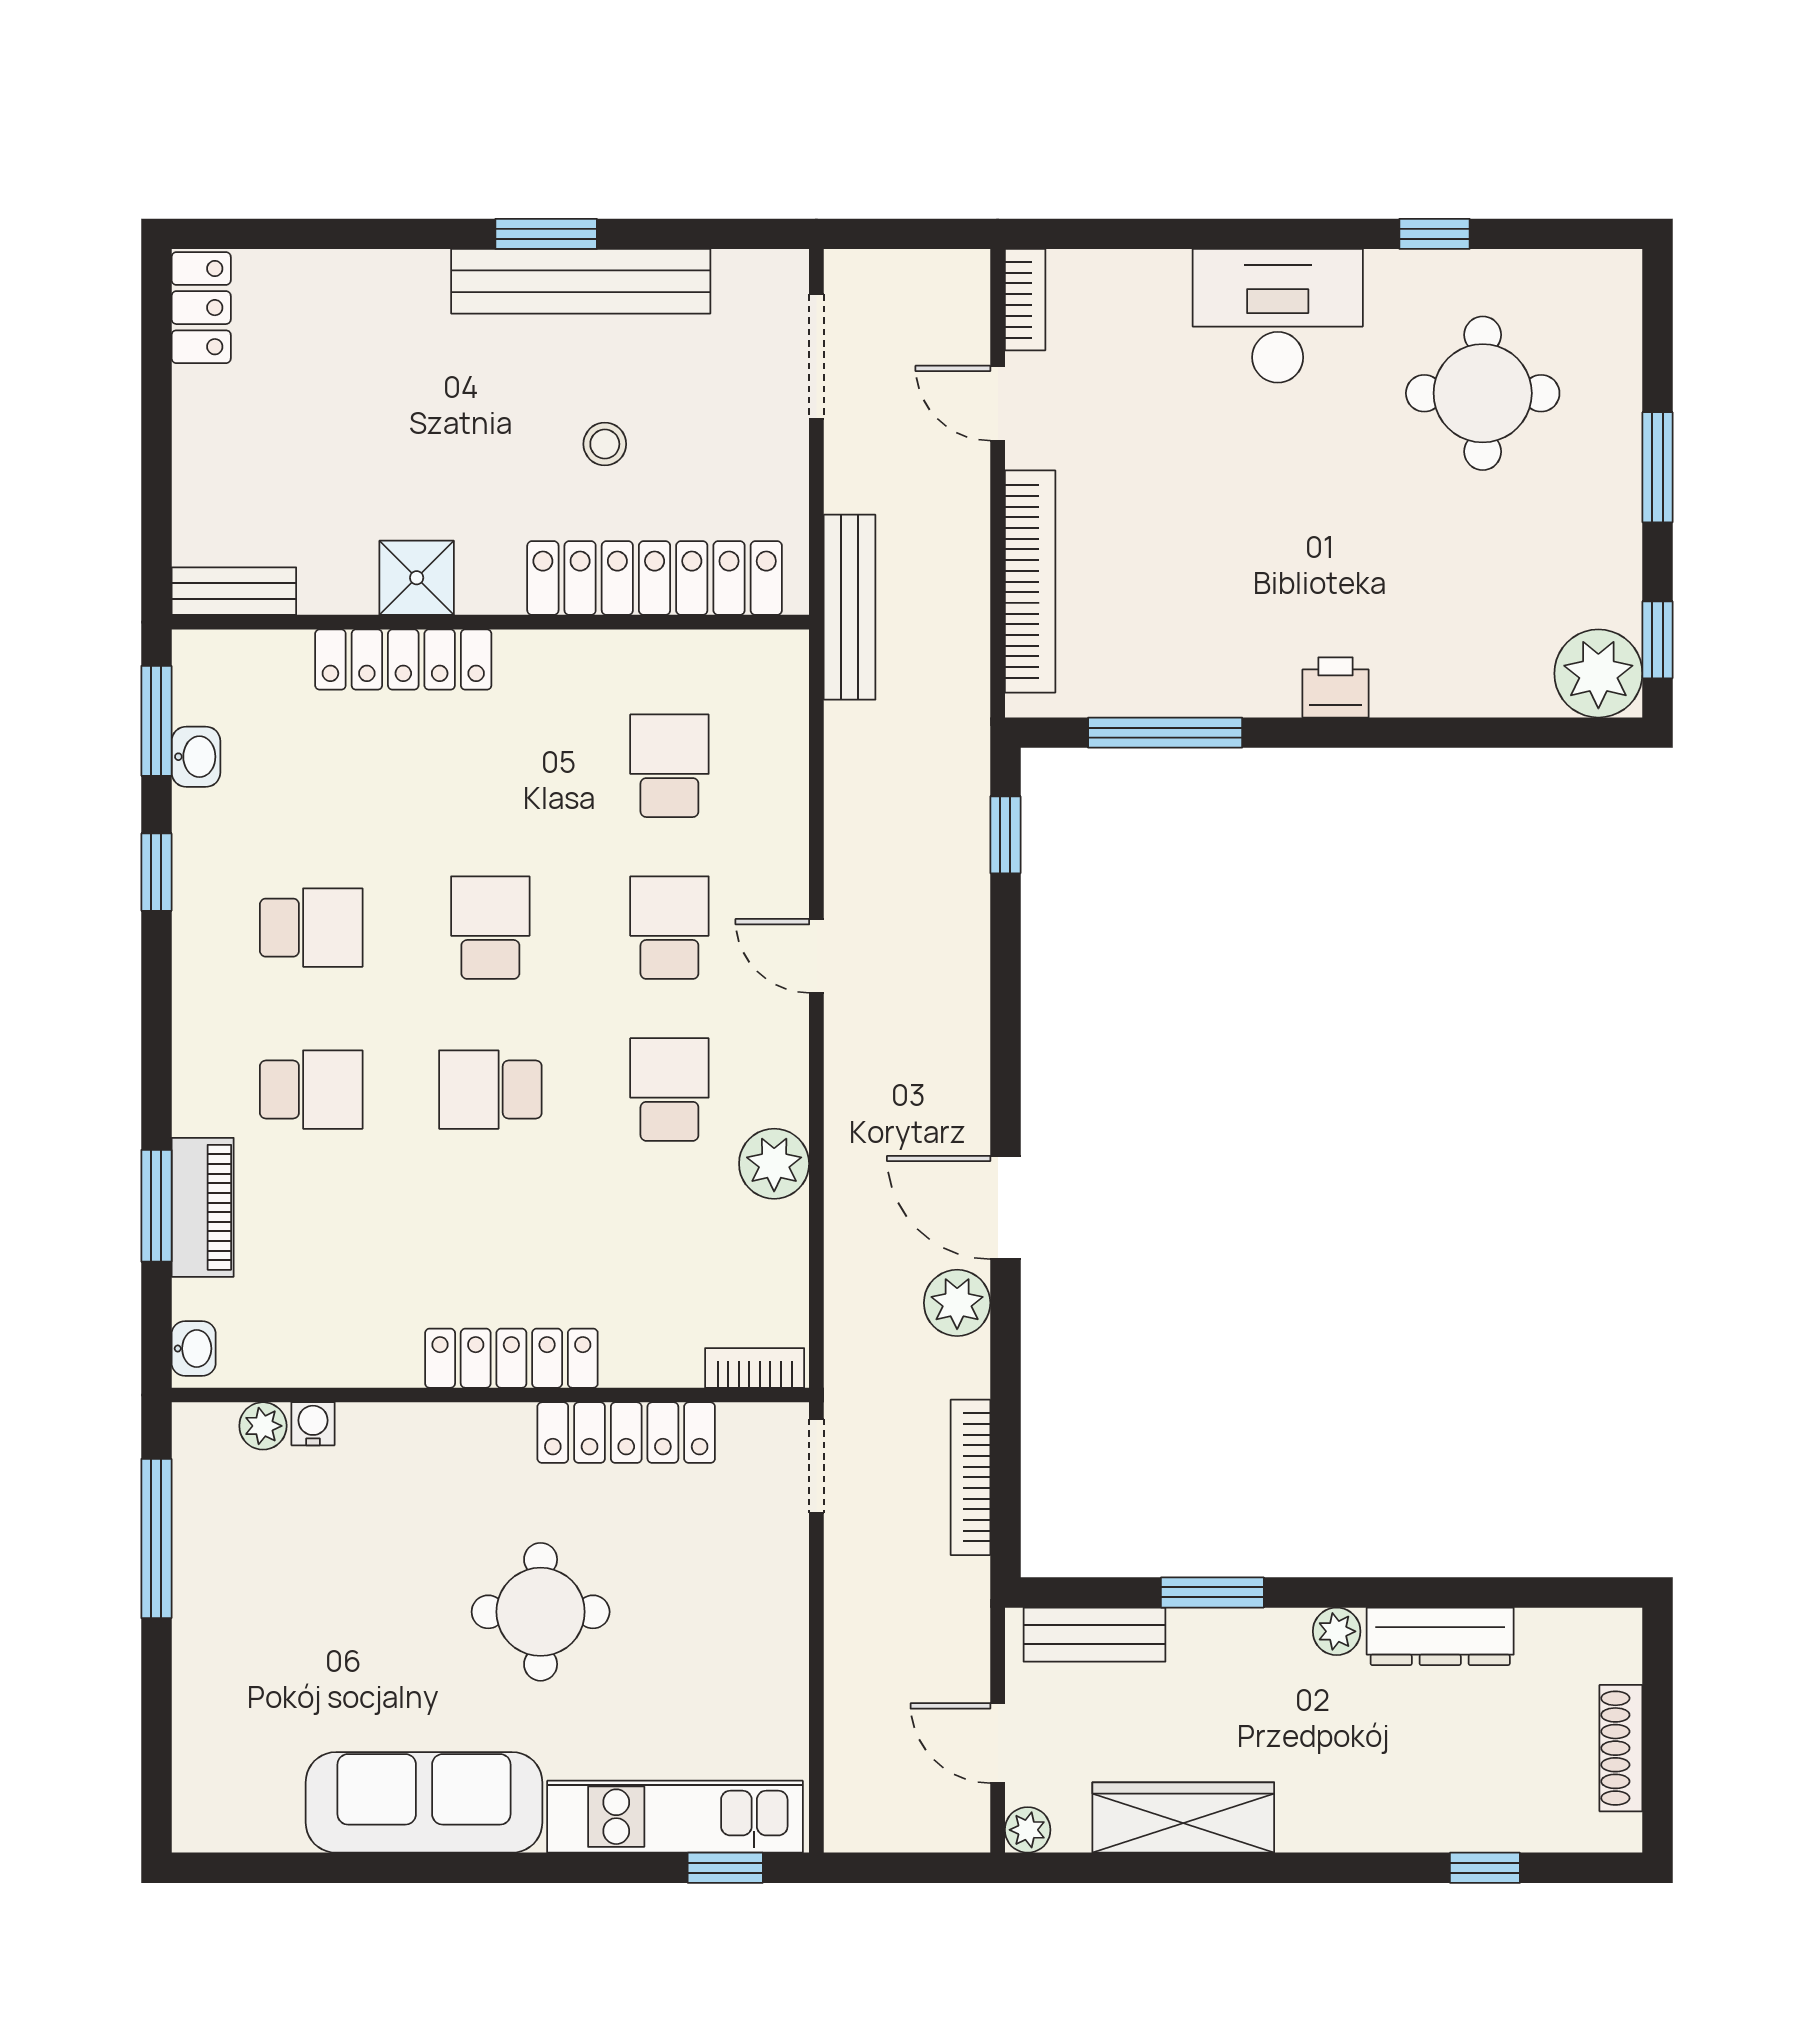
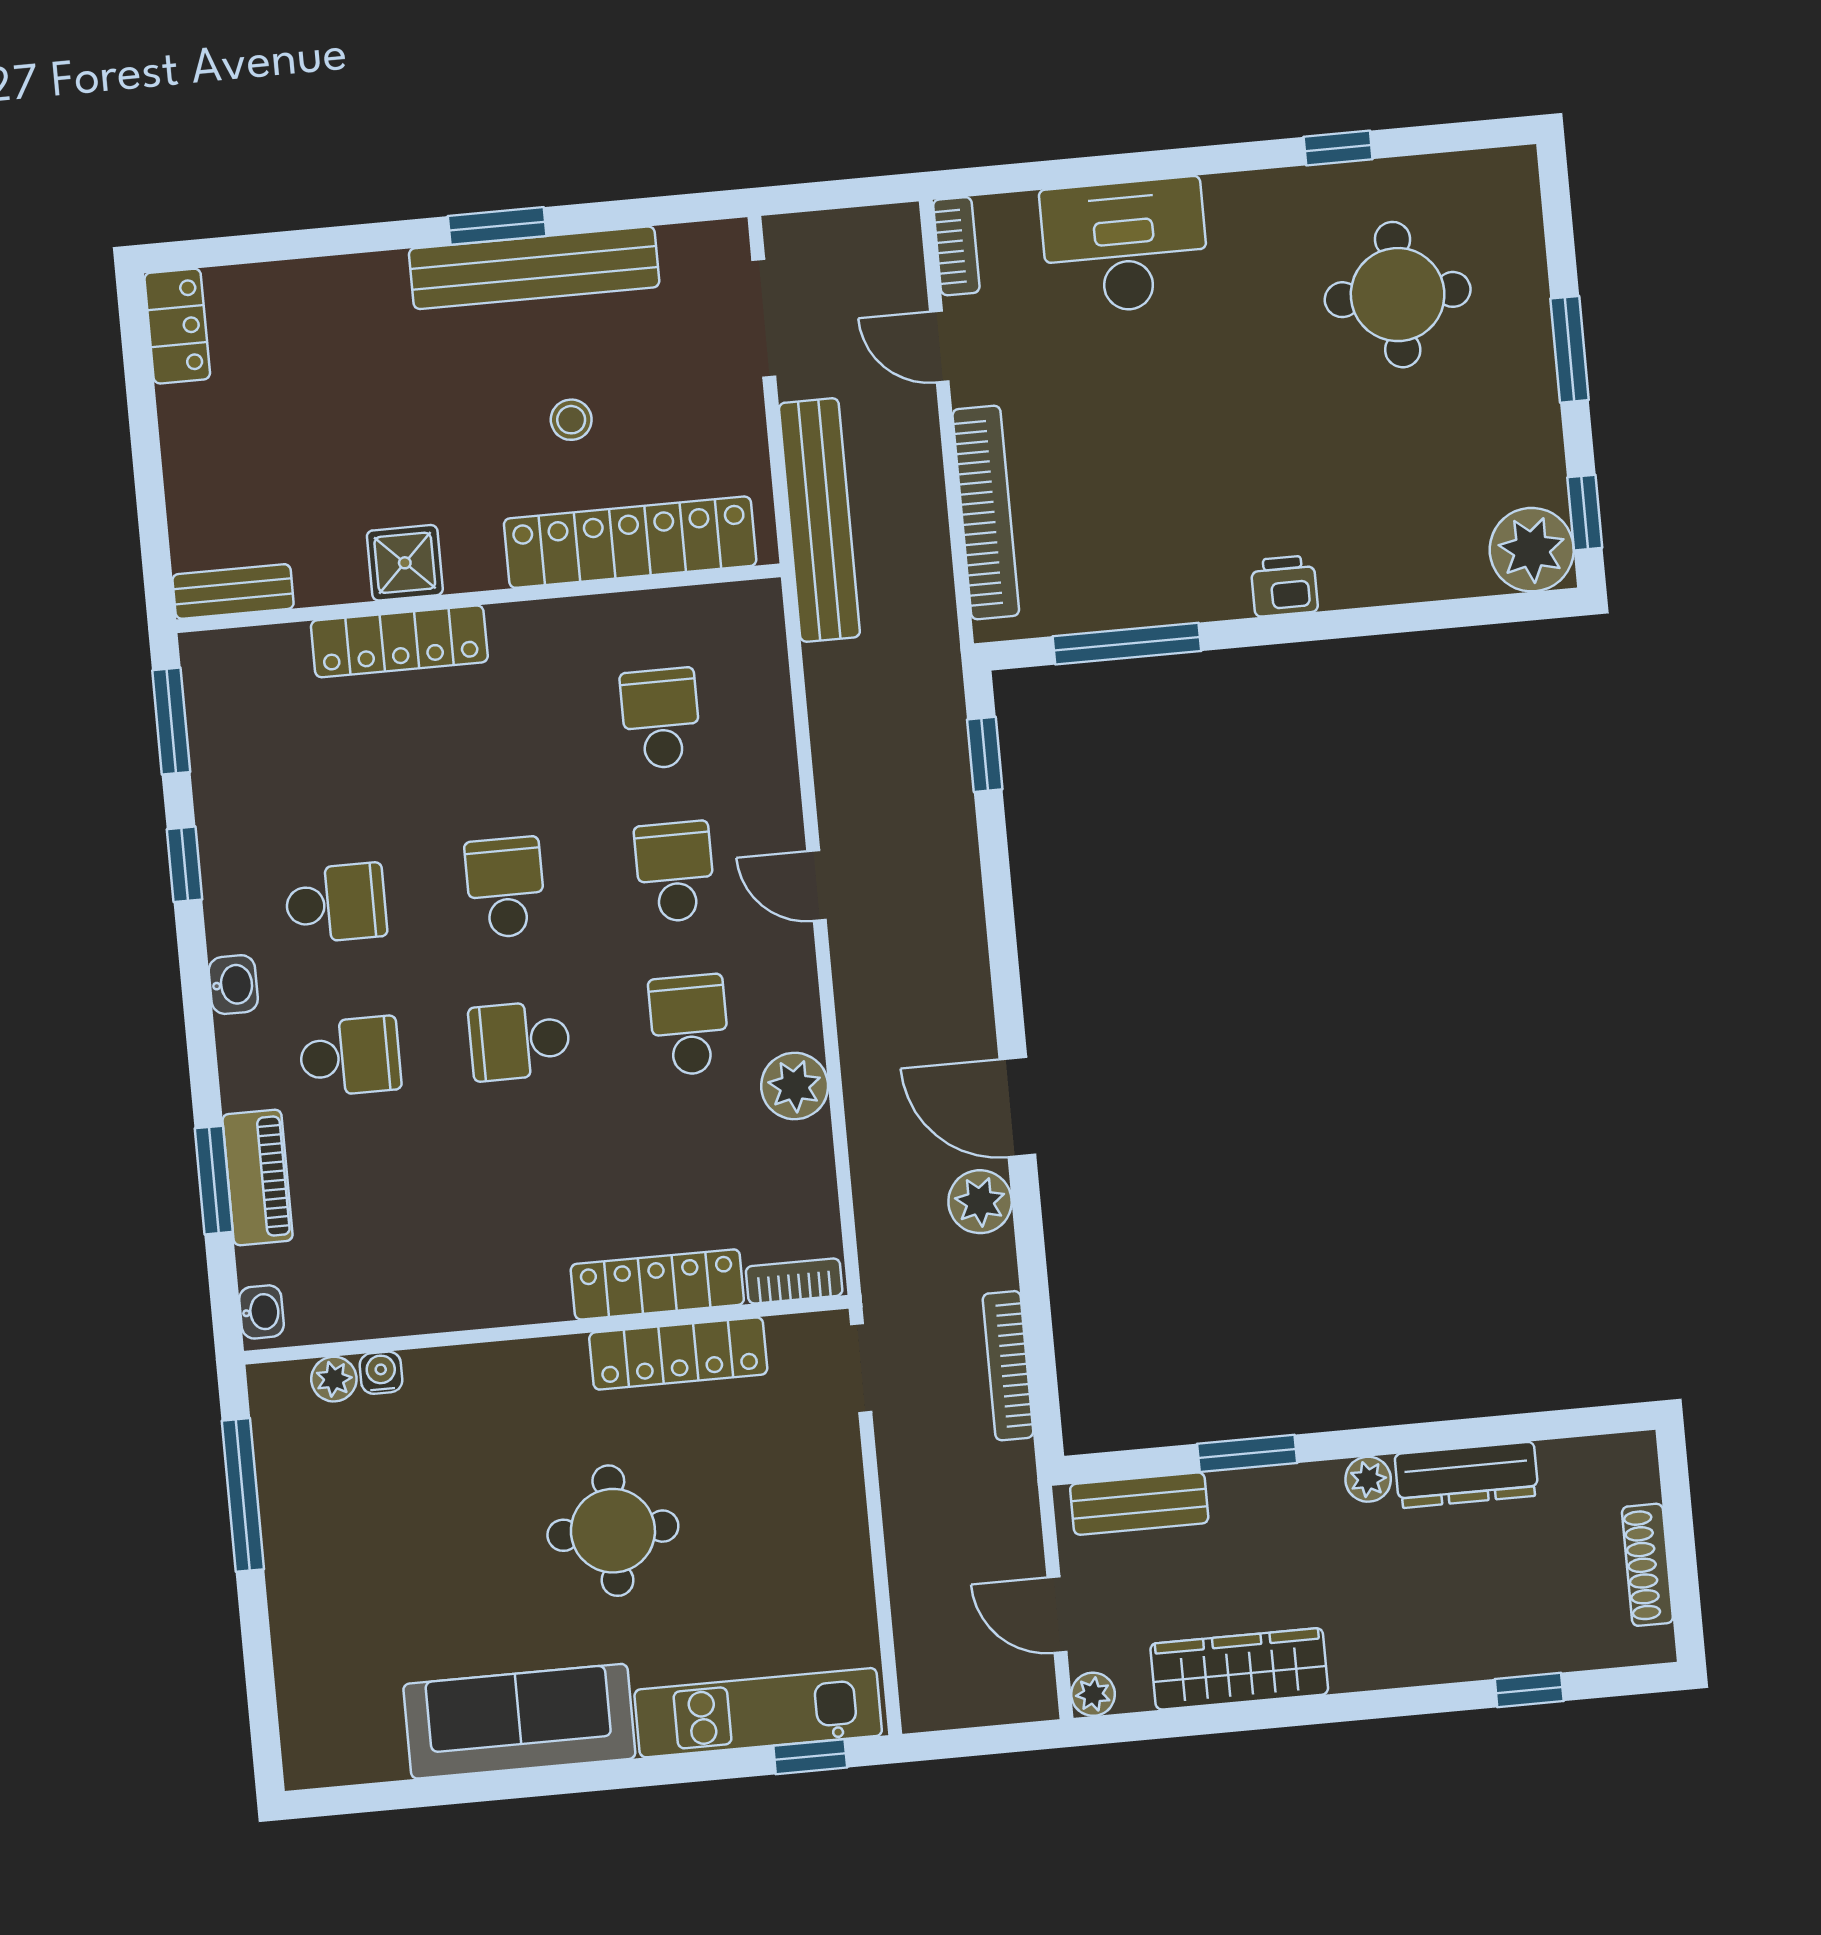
desk: (1278, 316) -> (1125, 246), moved
bench: (850, 607) -> (819, 520), width x1.37, depth x1.21
washbasin: (196, 757) -> (233, 985), moved
locker: (511, 1358) -> (657, 1284), moved

